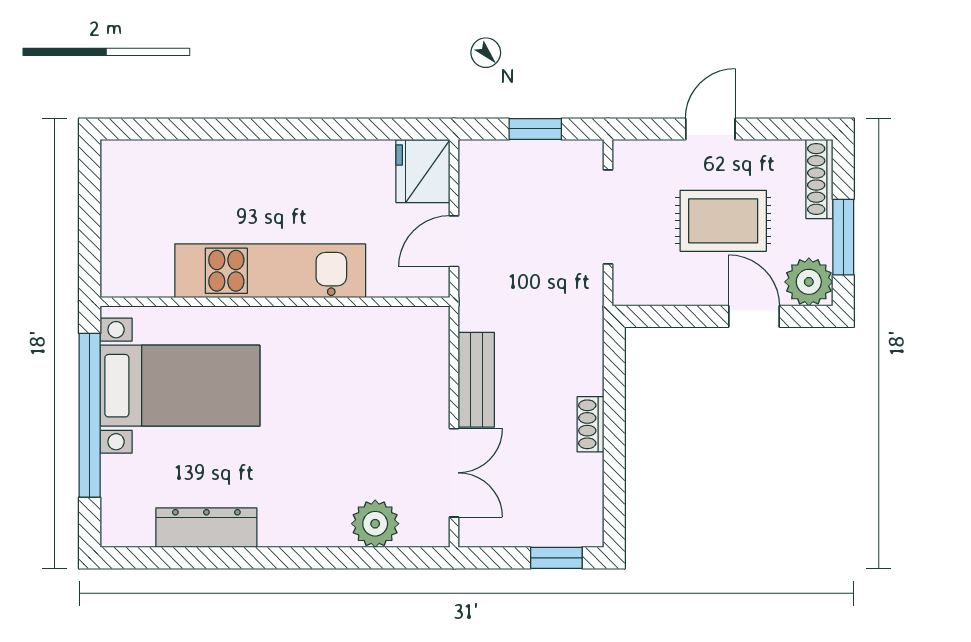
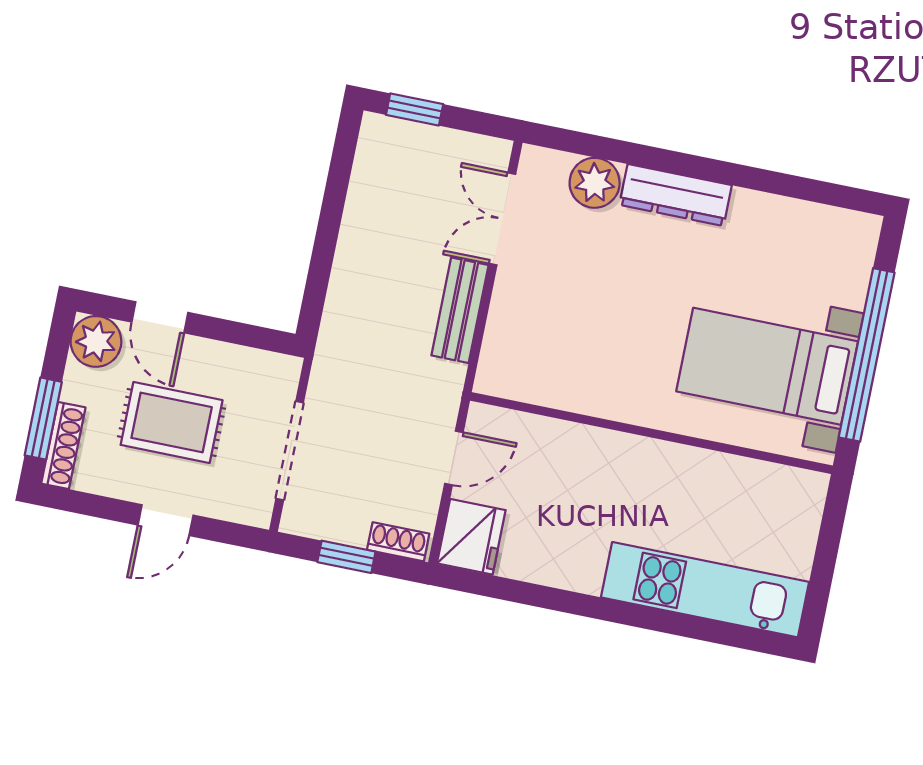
window: (843, 237) -> (43, 419), moved
kitchen unit: (270, 271) -> (705, 590), moved, turned 180
shoe rack: (591, 424) -> (398, 542), moved, turned -90
dresser: (206, 528) -> (676, 195), moved

